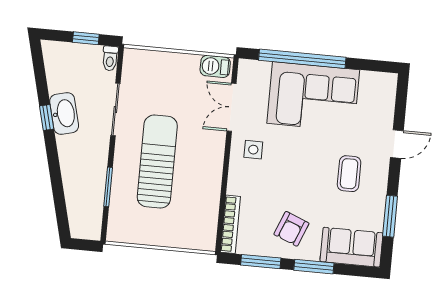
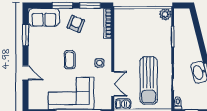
door: (397, 144) -> (26, 73), swing flipped
sun lounger: (157, 162) -> (149, 81), moved
coffee table: (349, 174) -> (70, 60), moved
plant: (118, 231) -> (165, 14), added

